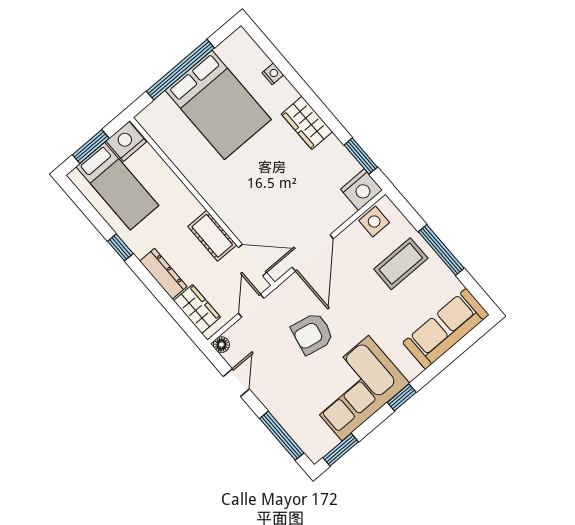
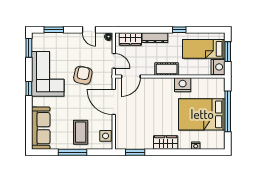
nightstand: (361, 190) -> (183, 85), moved, turned 90
cot: (212, 236) -> (167, 69), moved
window: (282, 436) -> (54, 30), width x0.69

